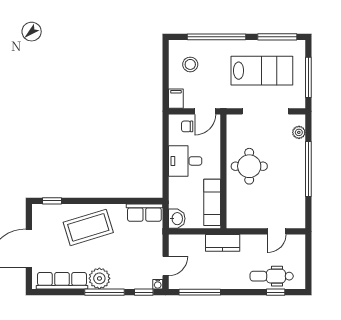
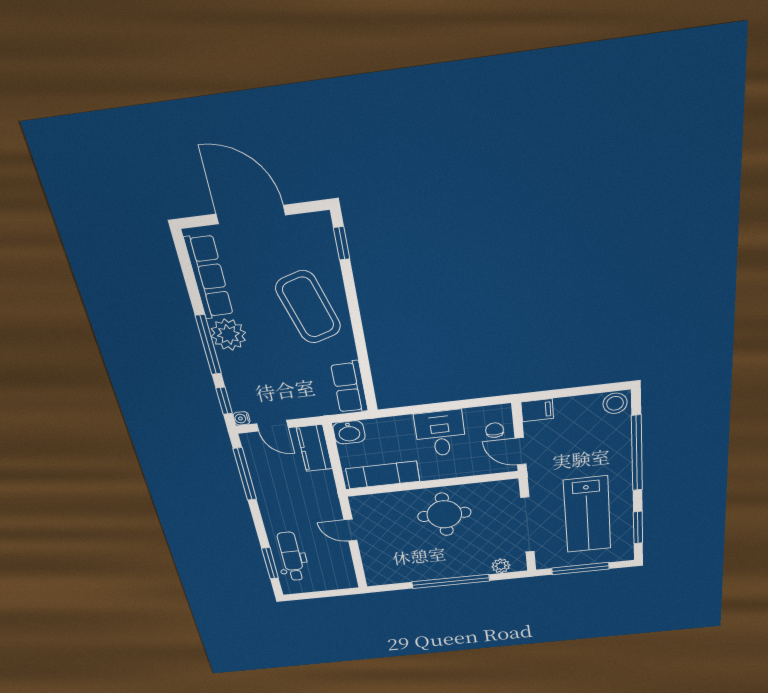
window: (277, 37) -> (638, 528), width x0.69
stool: (190, 64) -> (615, 403), moved
door: (277, 231) -> (350, 530), moved
kitchen counter: (223, 243) -> (314, 448), moved
window: (276, 292) -> (270, 563), width x1.50

